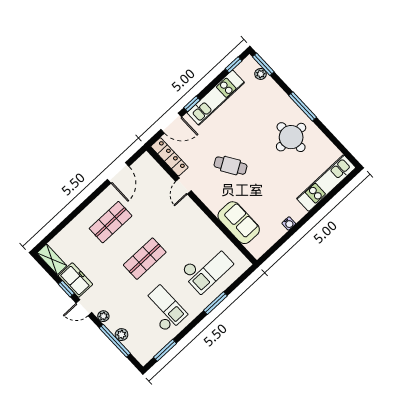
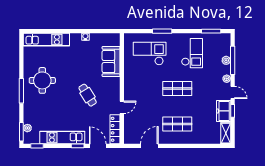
checkout: (164, 309) -> (192, 53), turned 180

